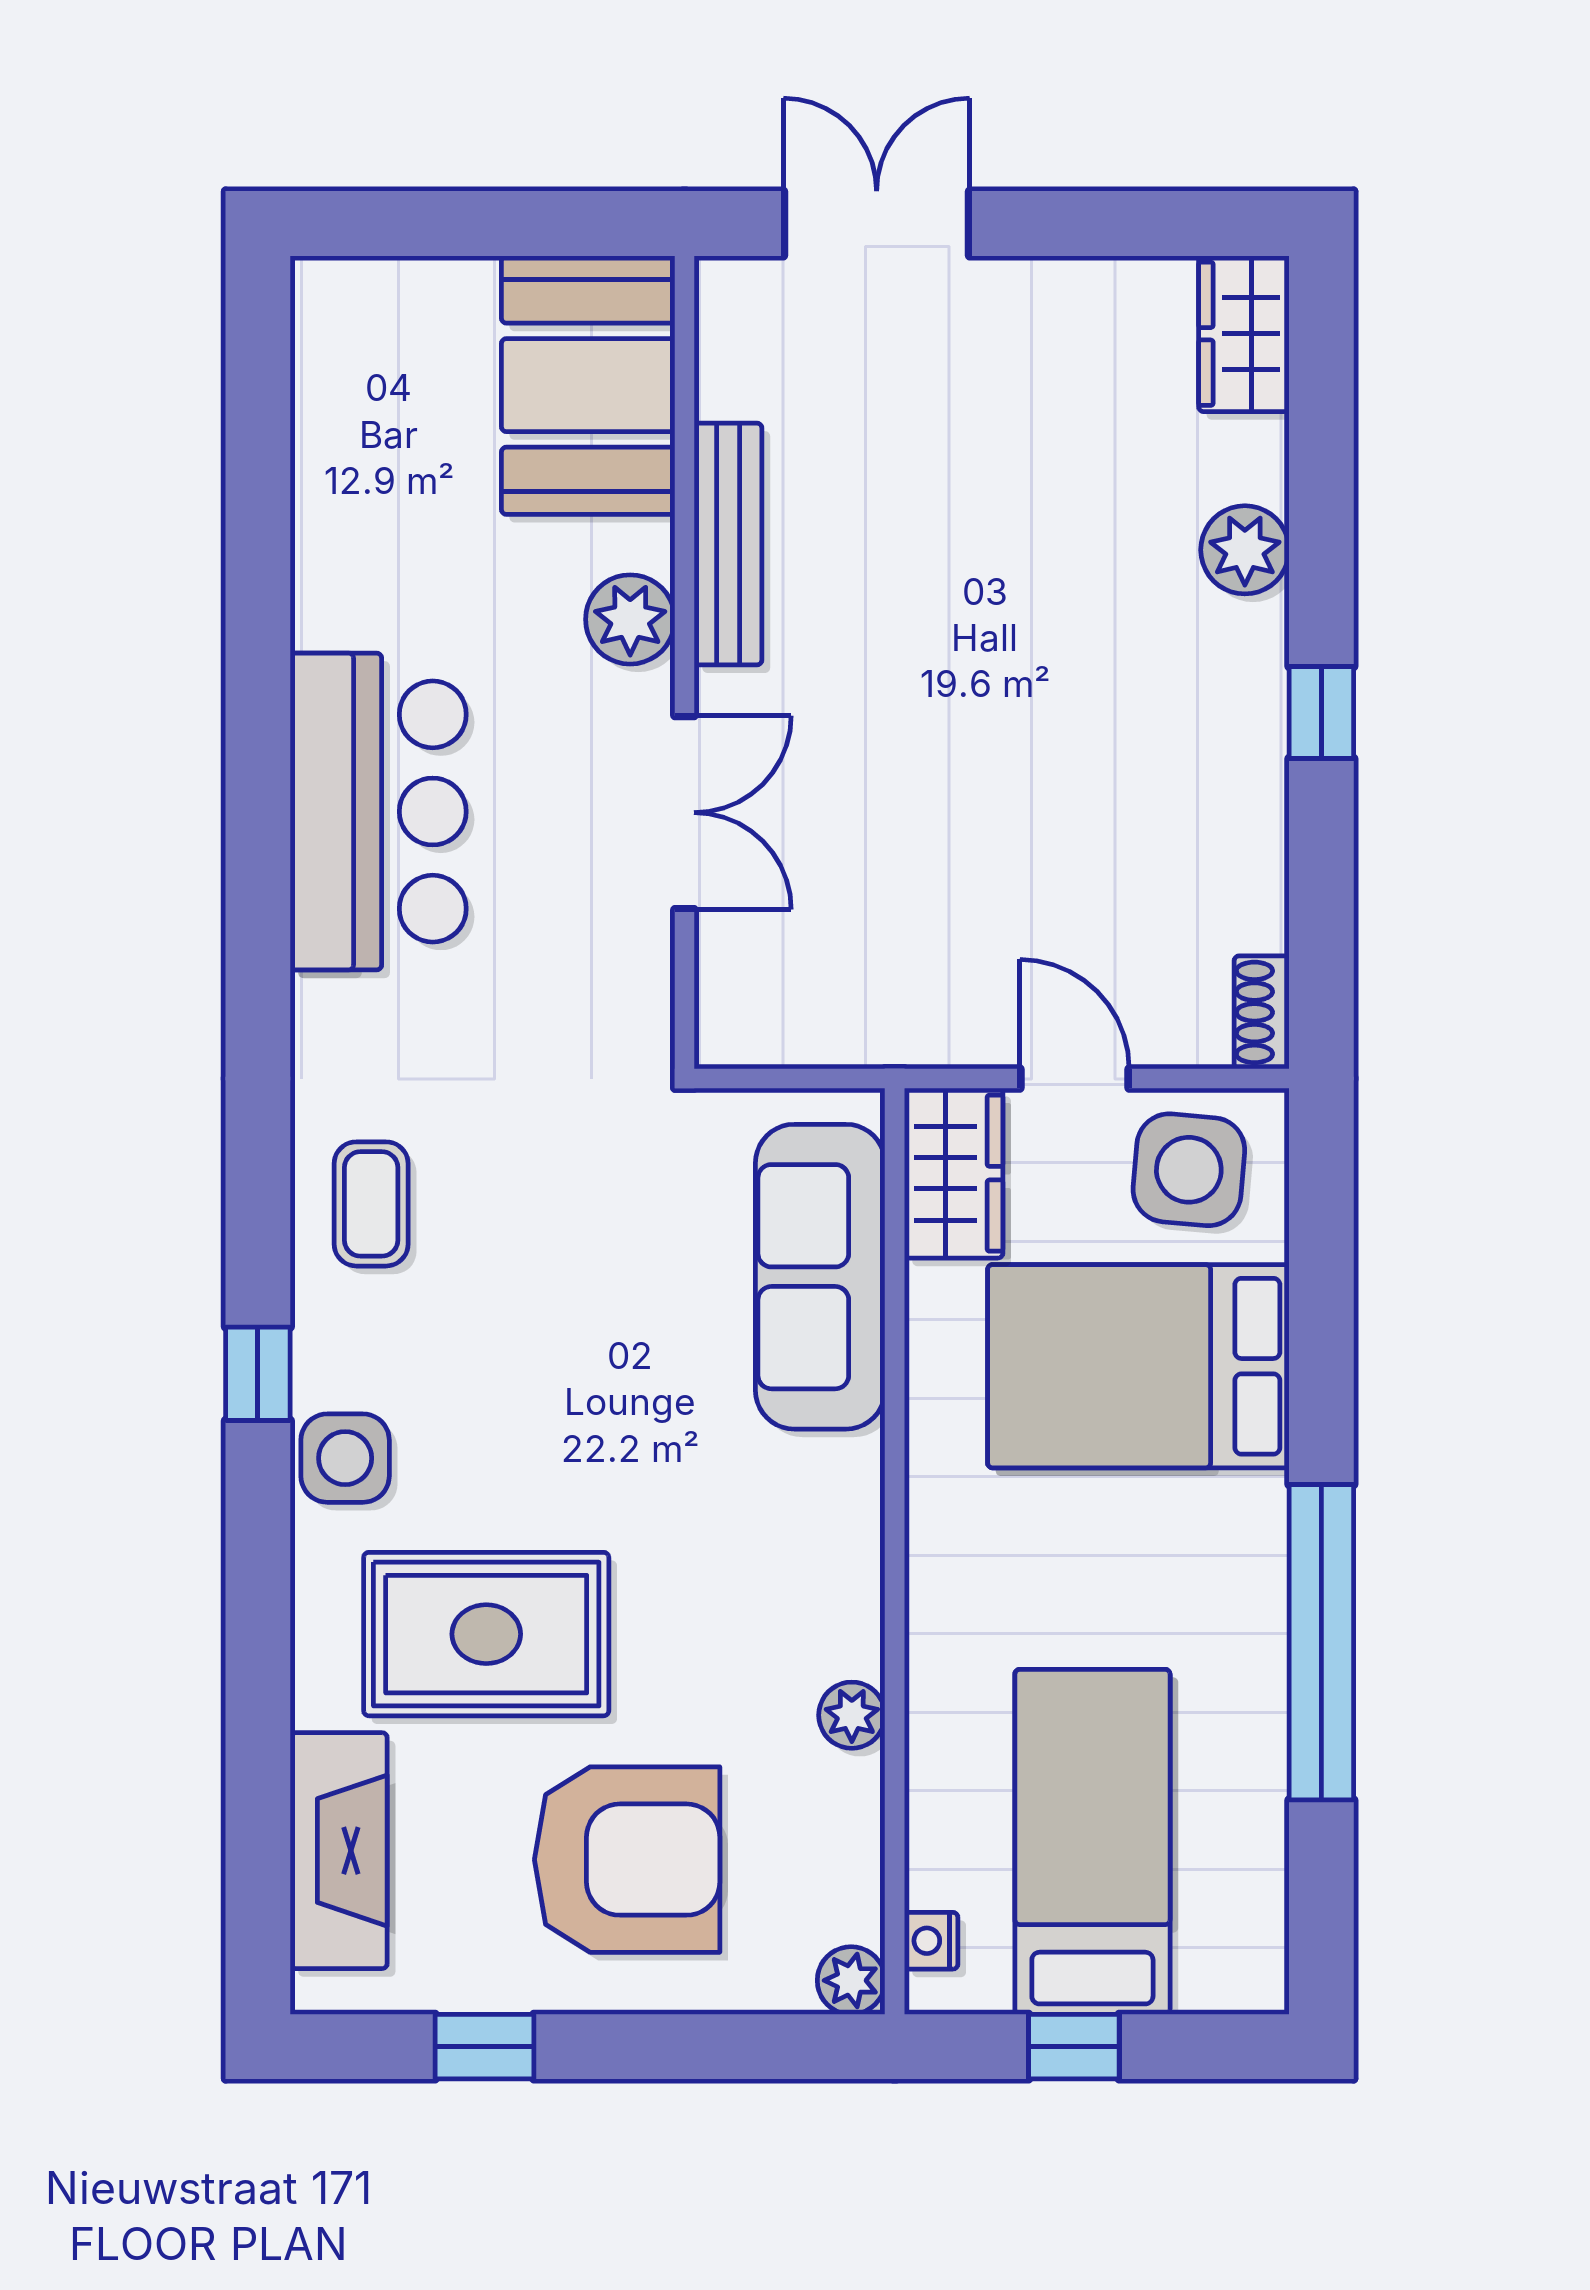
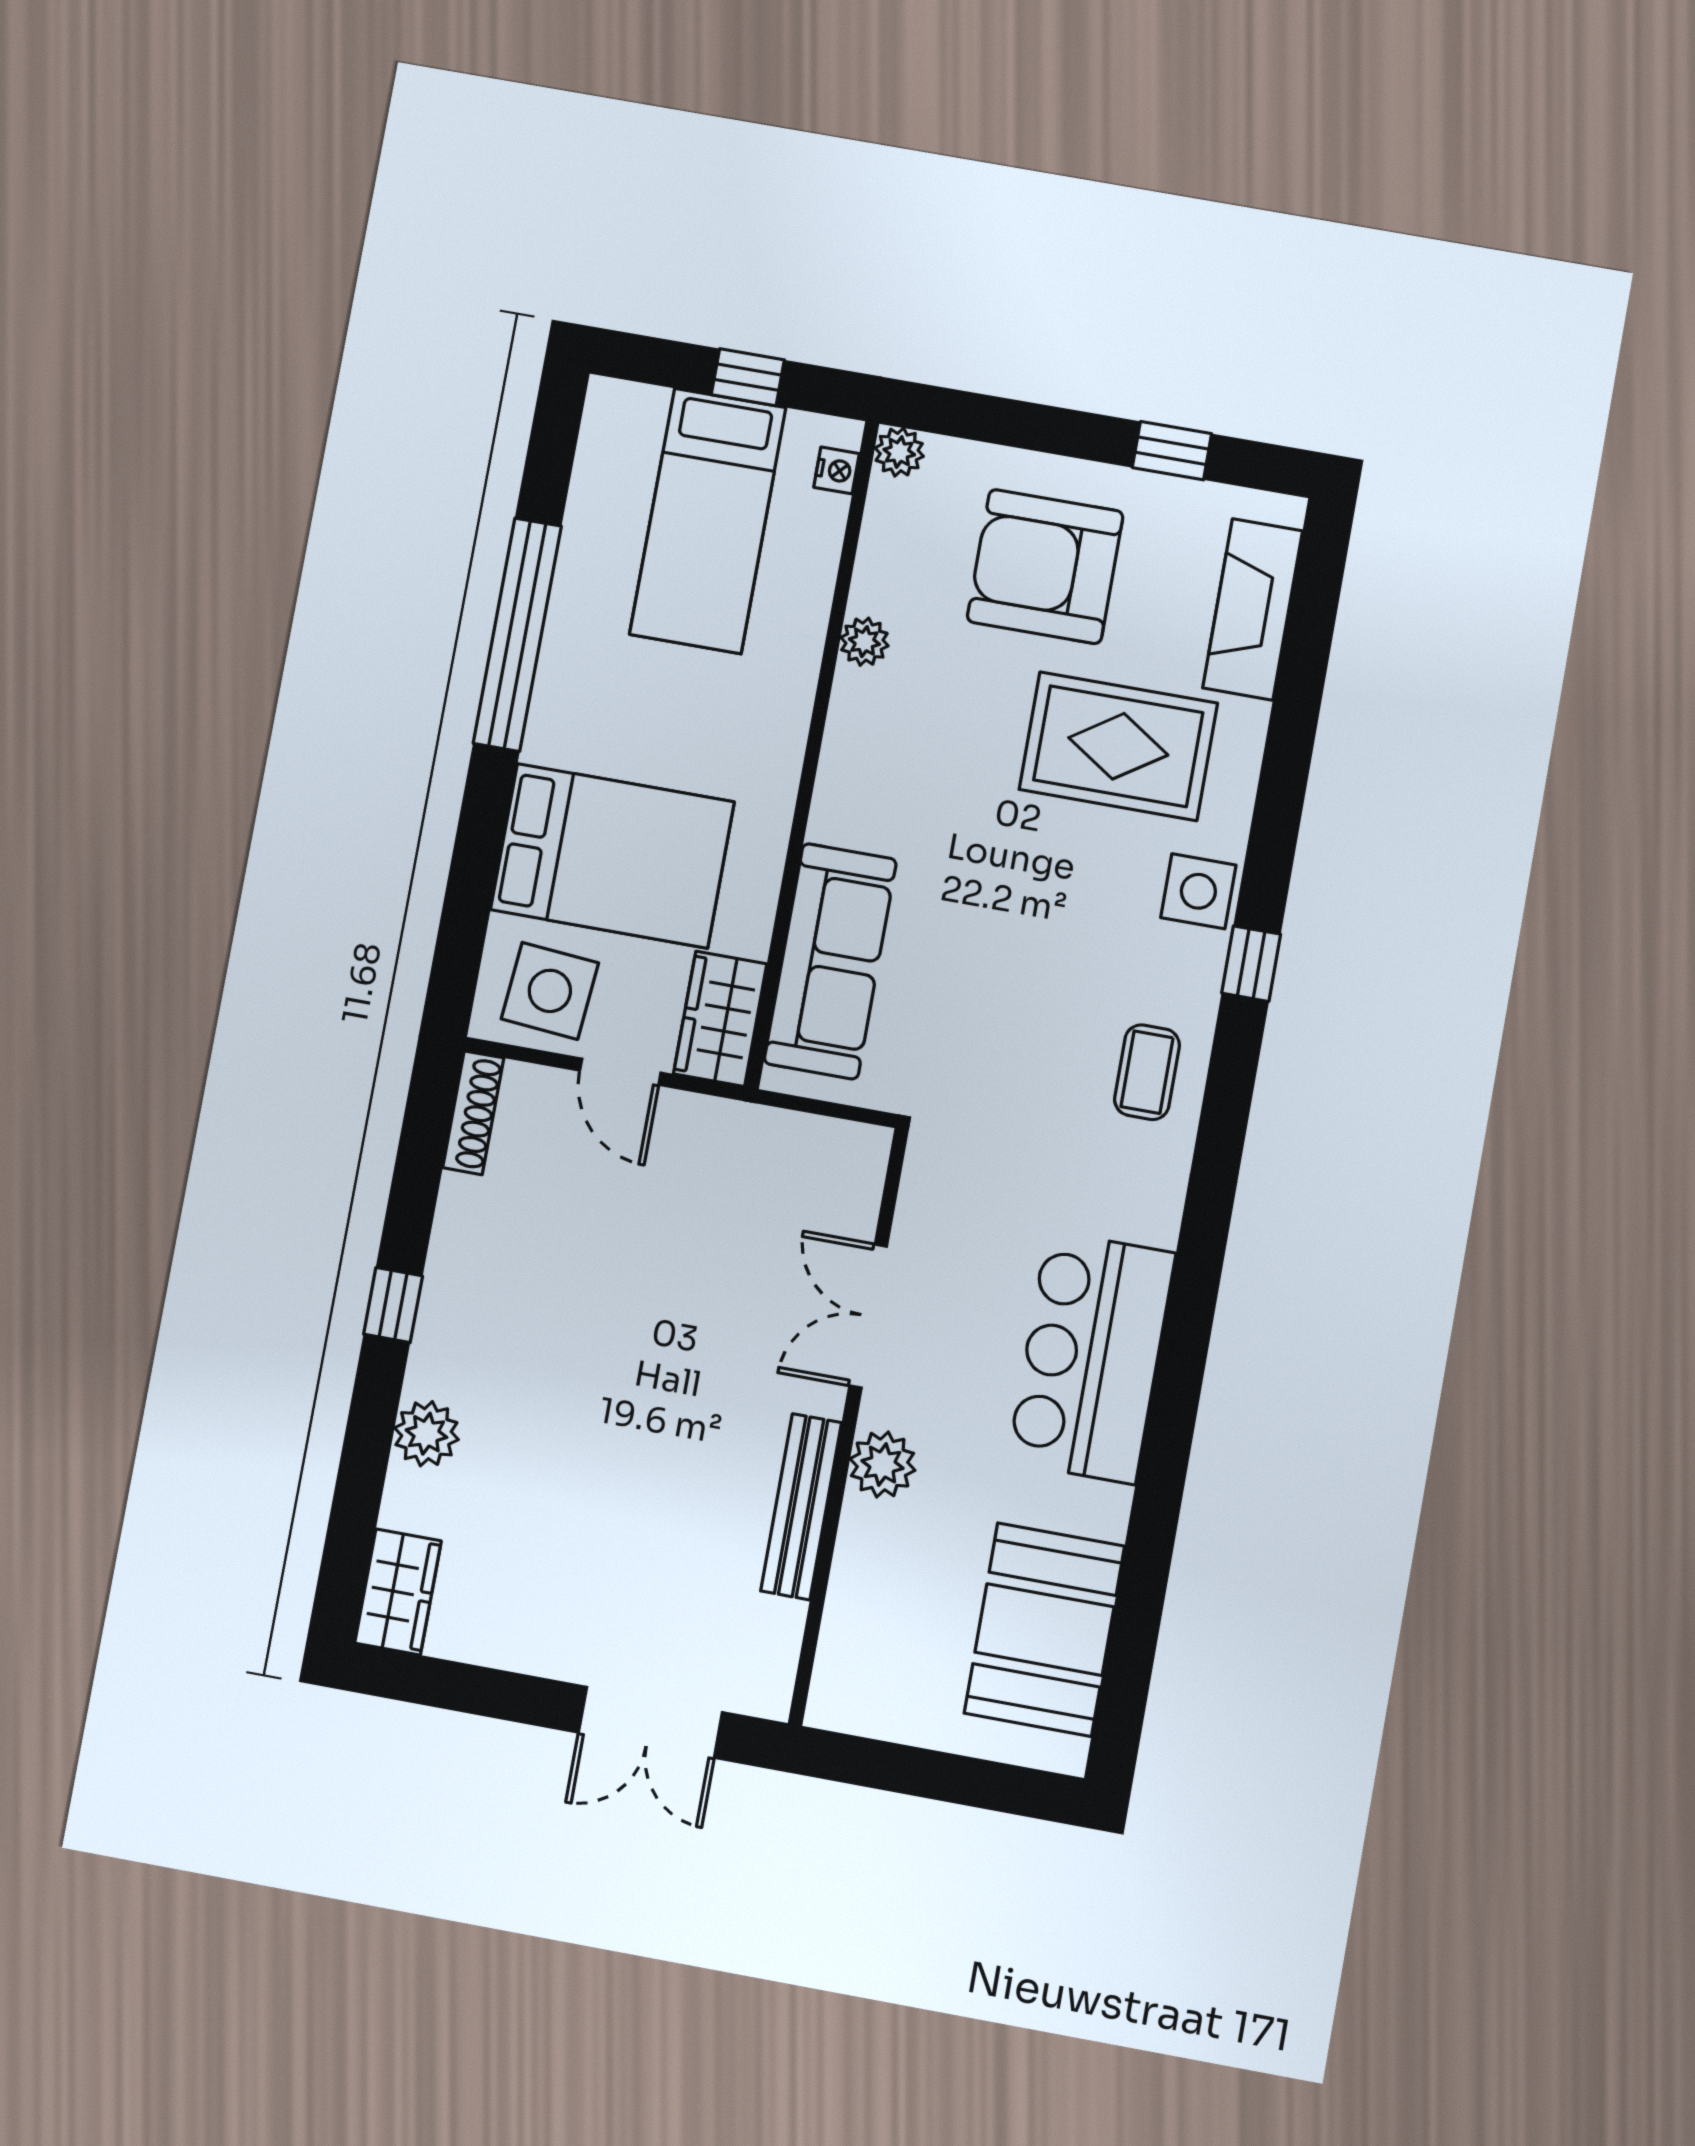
booth: (588, 385) -> (1044, 1630), moved
shoe rack: (1262, 1012) -> (473, 1113), width x1.43

